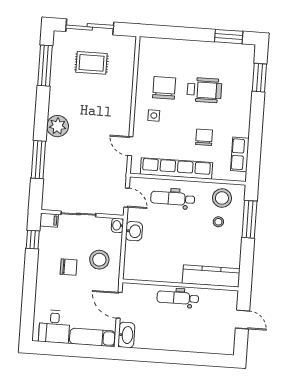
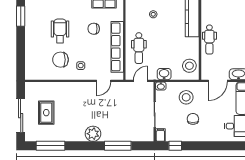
stool: (222, 198) -> (189, 66), moved

